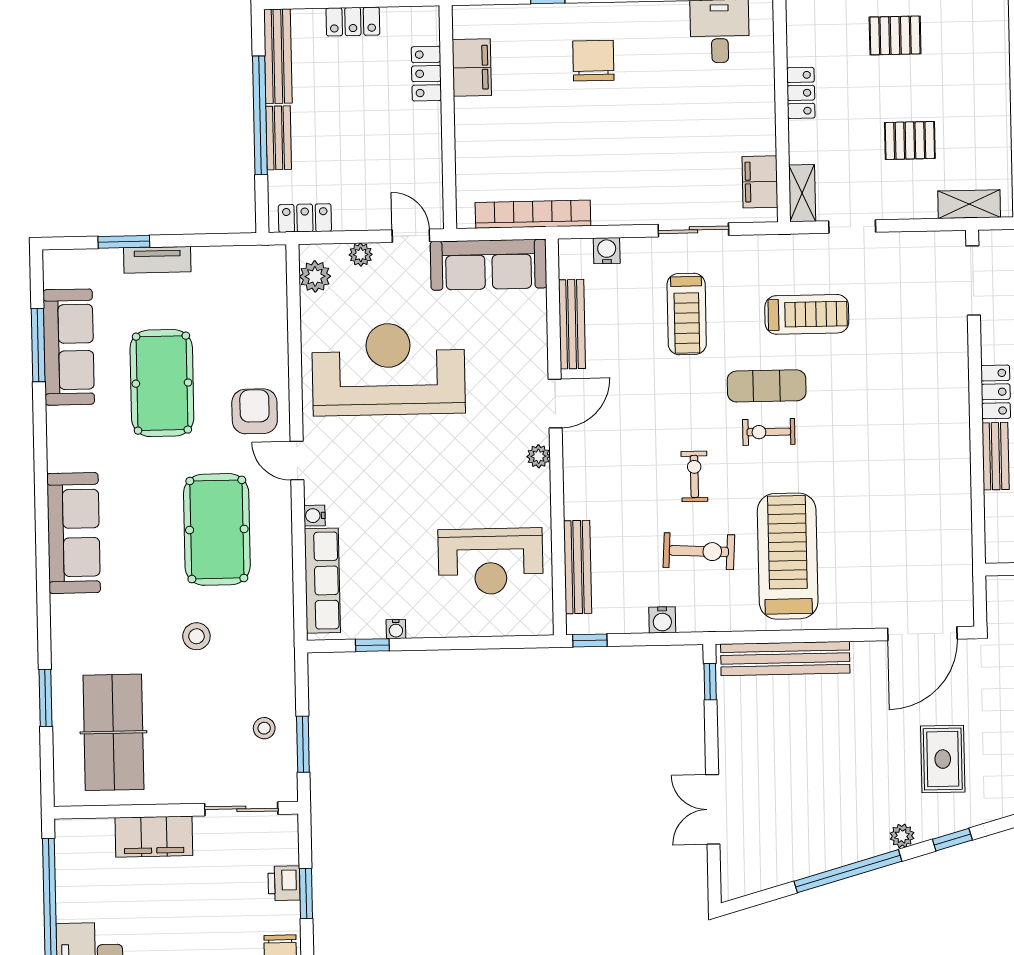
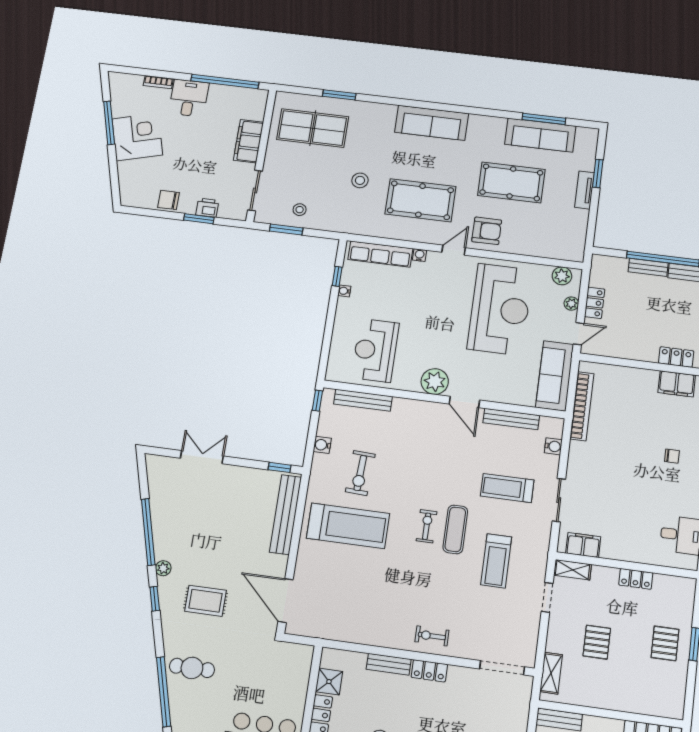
chair: (593, 61) -> (672, 456), width x0.54, depth x0.54
locker: (305, 218) -> (595, 303), moved
plant: (539, 456) -> (435, 382), width x1.87, depth x1.87
exercise bike: (694, 476) -> (432, 636), moved, turned 180

